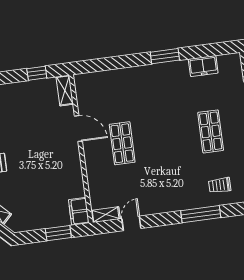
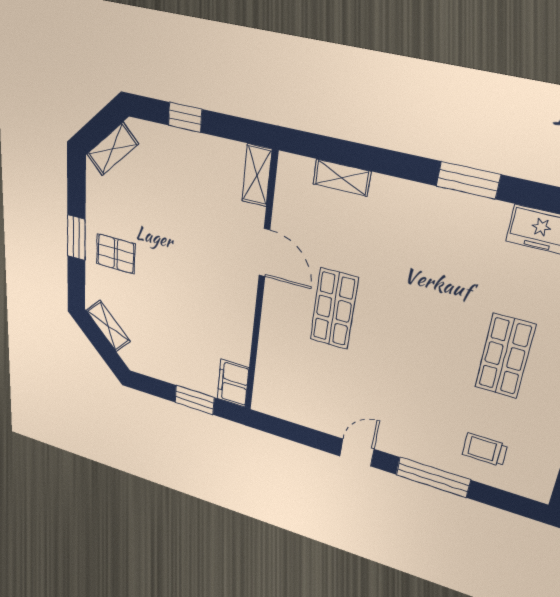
window: (37, 73) -> (185, 117), moved
shelving: (106, 215) -> (342, 178), moved
door: (131, 223) -> (357, 453), moved

